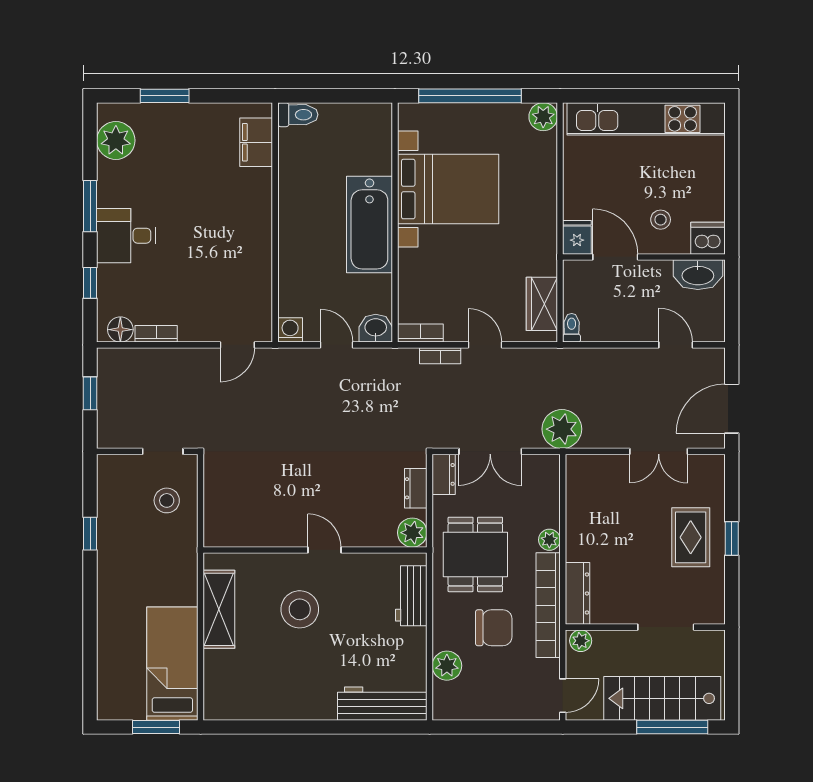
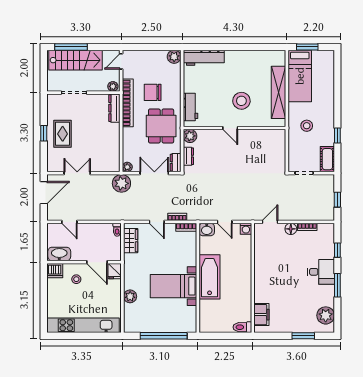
plant: (543, 117) -> (130, 296), moved
bed with nightstands: (448, 189) -> (174, 286), width x0.73
floor lamp: (120, 330) -> (291, 229), moved
cot: (112, 482) -> (327, 159), added
stool: (167, 500) -> (307, 126), moved
plant: (549, 540) -> (127, 167), moved
shelving: (219, 609) -> (278, 92), width x1.47
plant: (447, 666) -> (174, 57), moved

